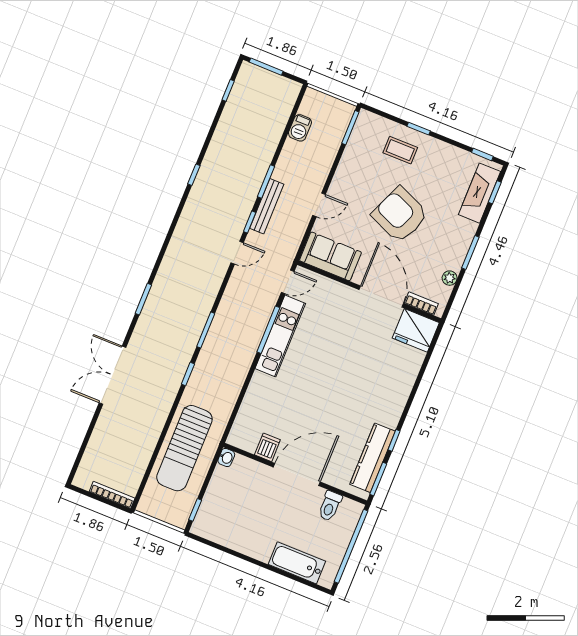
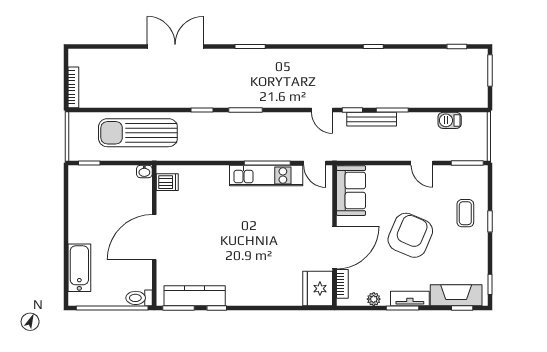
door: (319, 205) -> (422, 163), moved
tv unit: (464, 241) -> (410, 299), added
dishwasher: (267, 447) -> (167, 182), moved
door: (297, 474) -> (154, 237), swing flipped
toilet: (330, 506) -> (139, 298), moved

